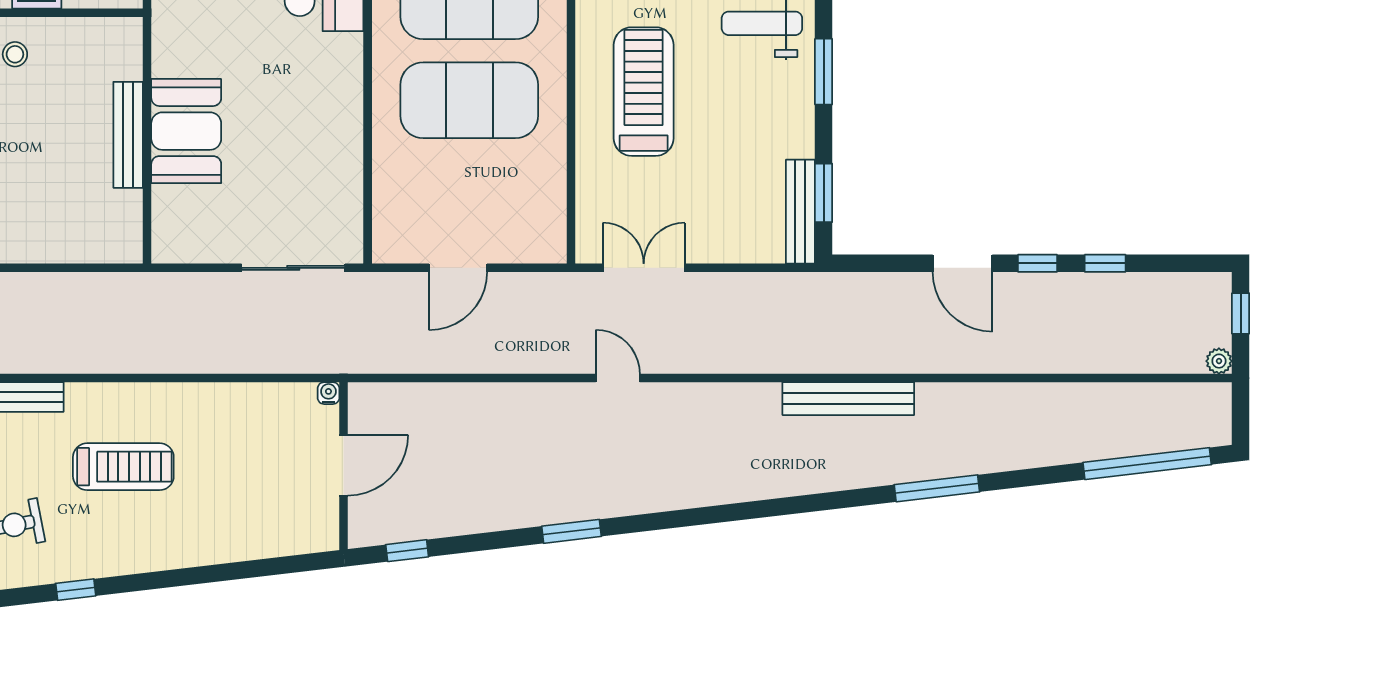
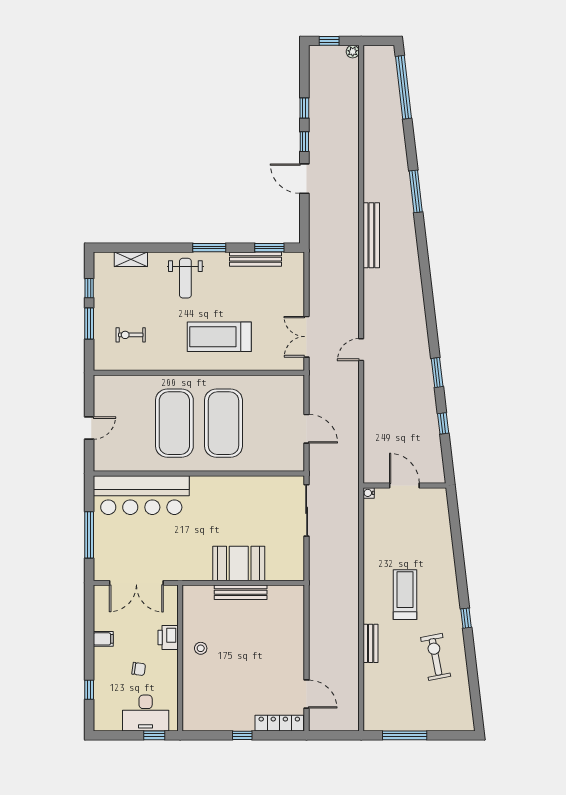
bench: (800, 212) -> (256, 259), moved
door: (963, 263) -> (304, 179), swing flipped
window: (407, 551) -> (443, 423), moved

